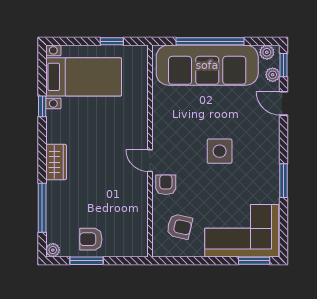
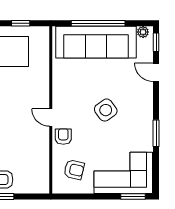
plant: (273, 75) -> (148, 50), removed
side table: (220, 151) -> (106, 110), turned -36

